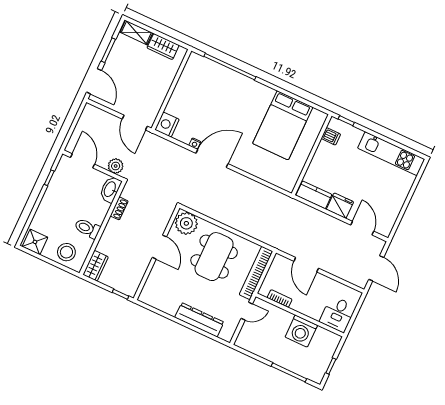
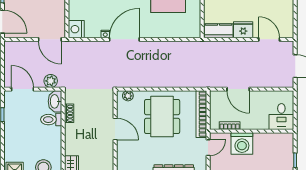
plant: (186, 223) -> (128, 96), width x0.53, depth x0.53
toilet: (87, 228) -> (51, 120), moved
washing machine: (301, 331) -> (242, 143), moved

